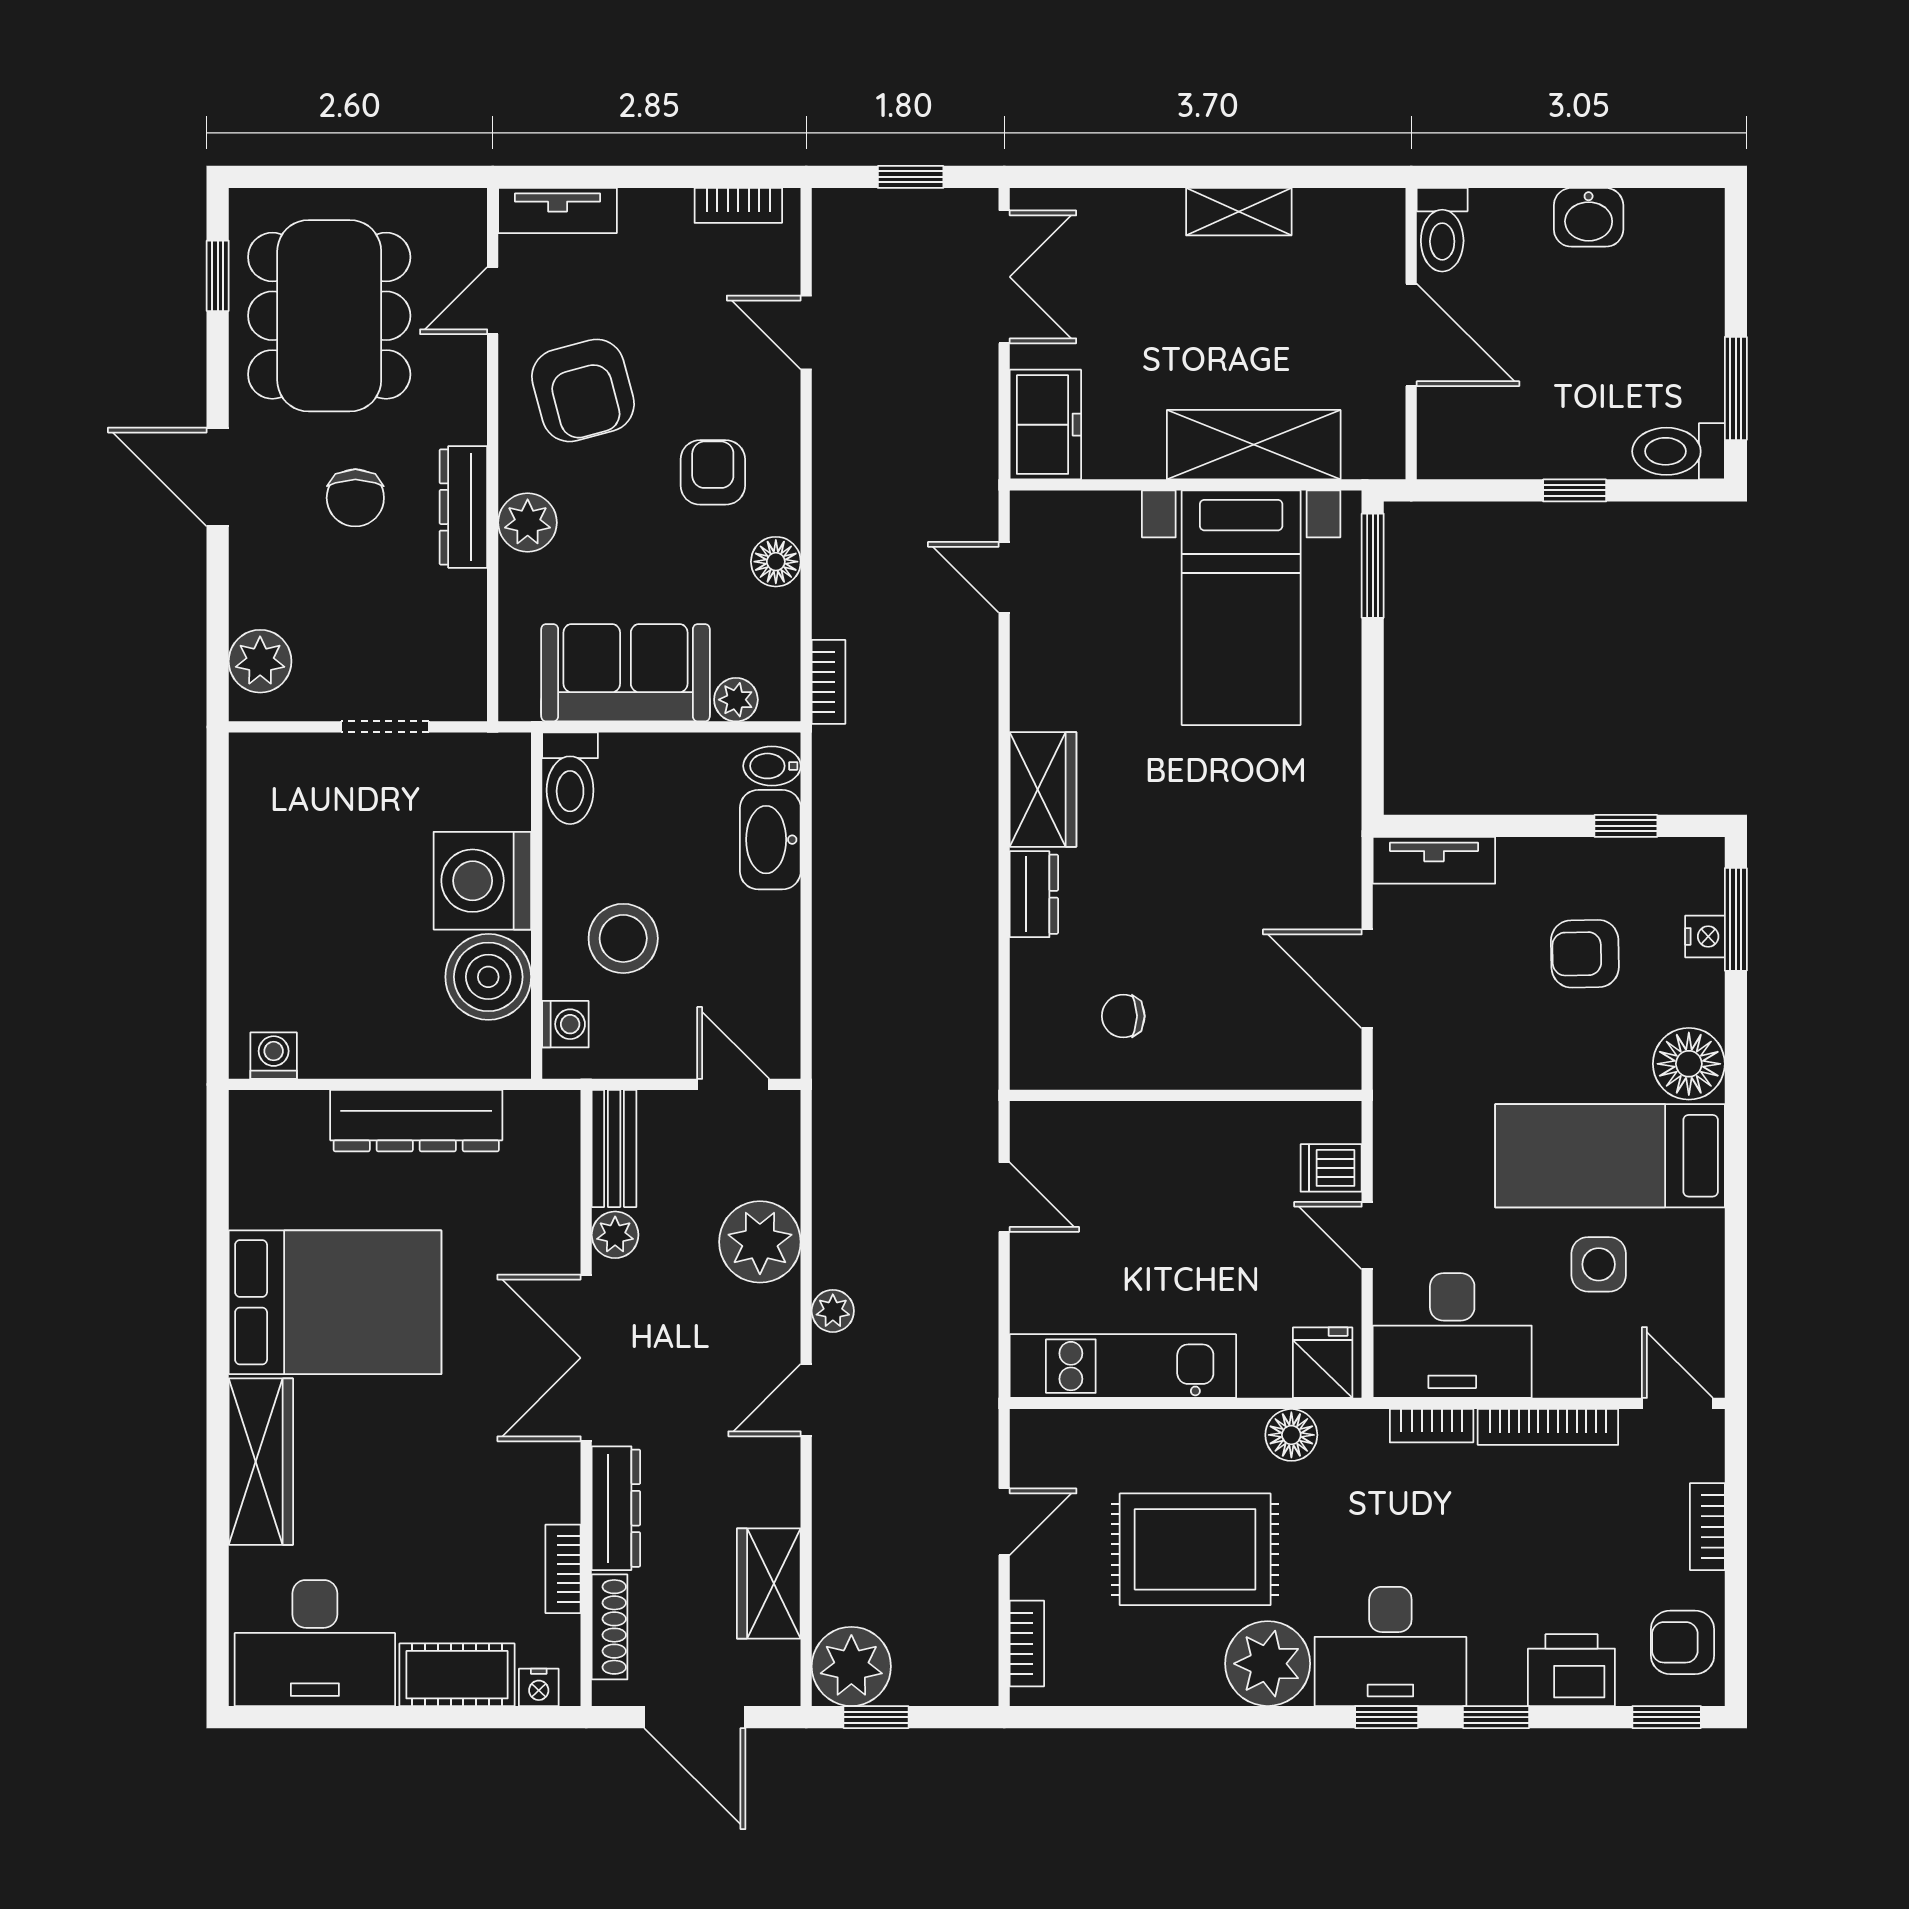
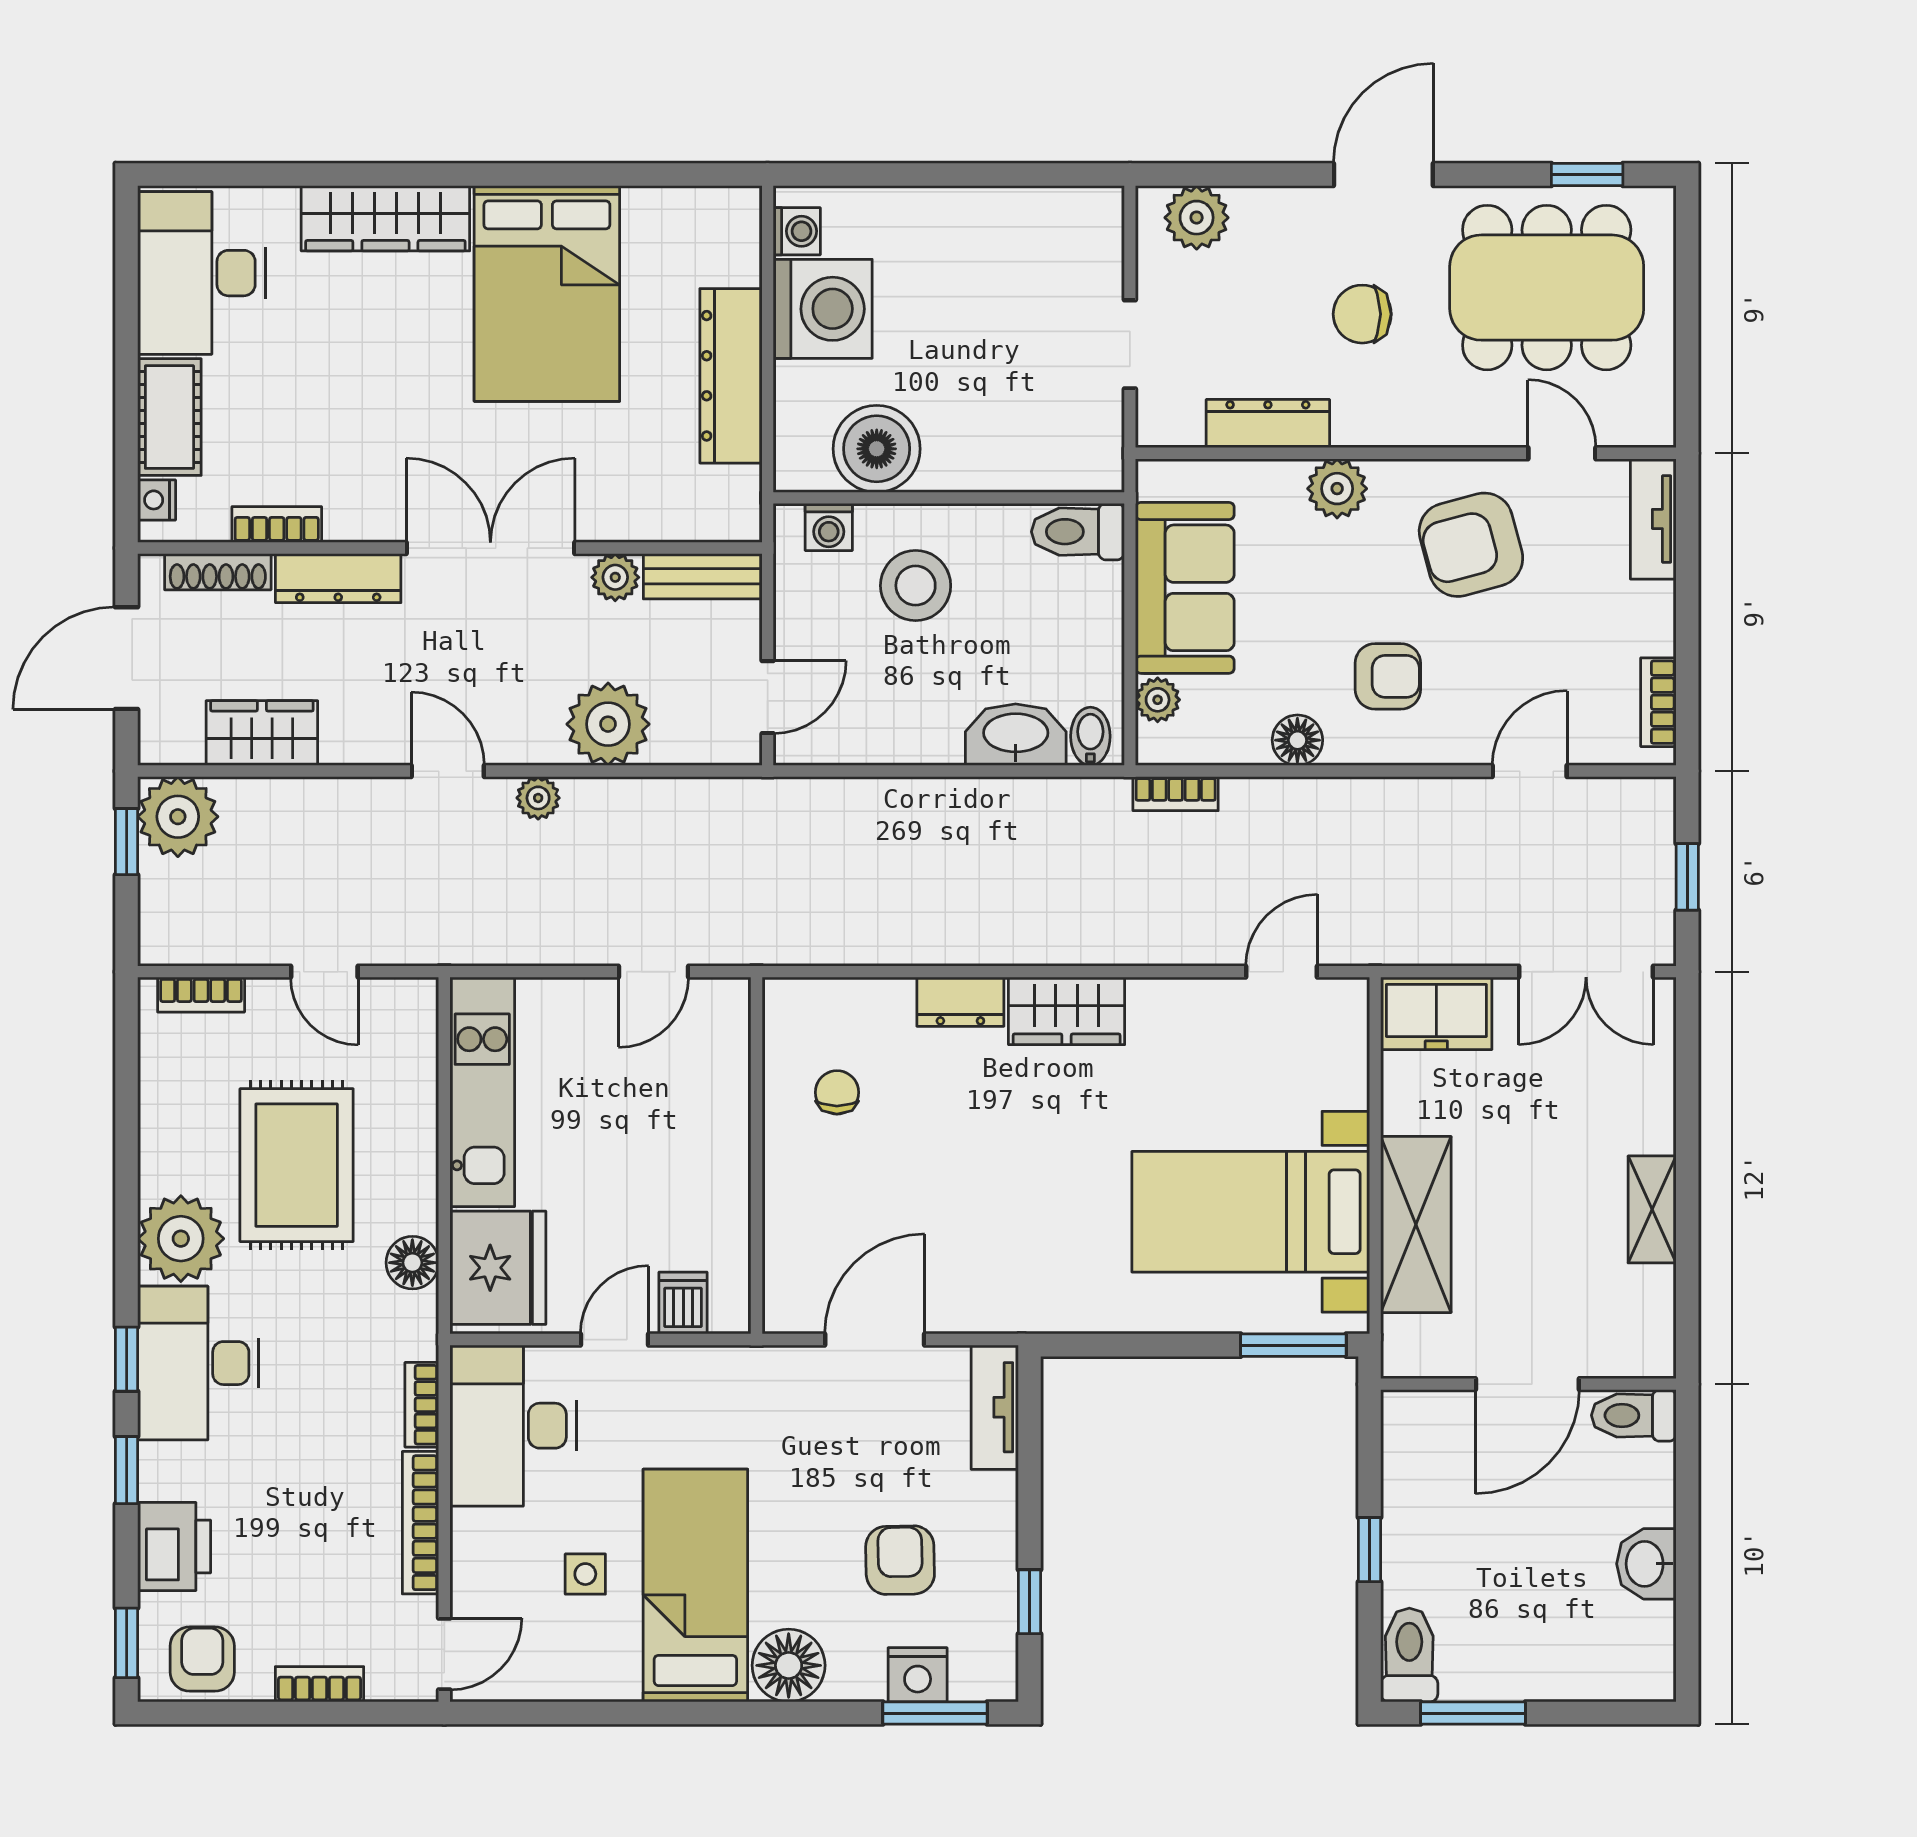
dresser: (463, 507) -> (1268, 424), moved
washing machine: (482, 881) -> (823, 309), moved, turned 90
nightstand: (1705, 936) -> (918, 1675), width x1.39, depth x1.35
side table: (1599, 1264) -> (585, 1574), width x0.73, depth x0.73
fridge: (1323, 1363) -> (498, 1268), width x1.88, depth x1.34

